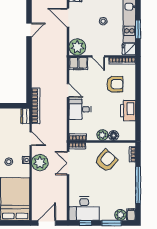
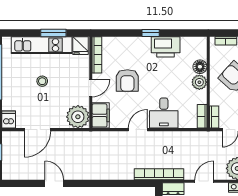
armchair: (115, 84) -> (127, 80), moved, turned 180
window: (138, 100) -> (151, 33), added

